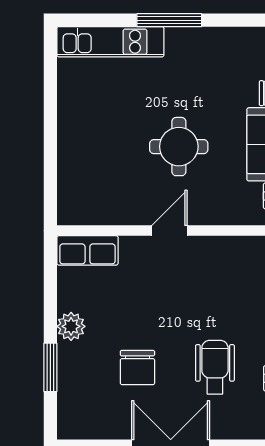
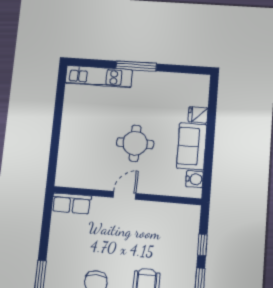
plant: (71, 326) -> (56, 251), removed

